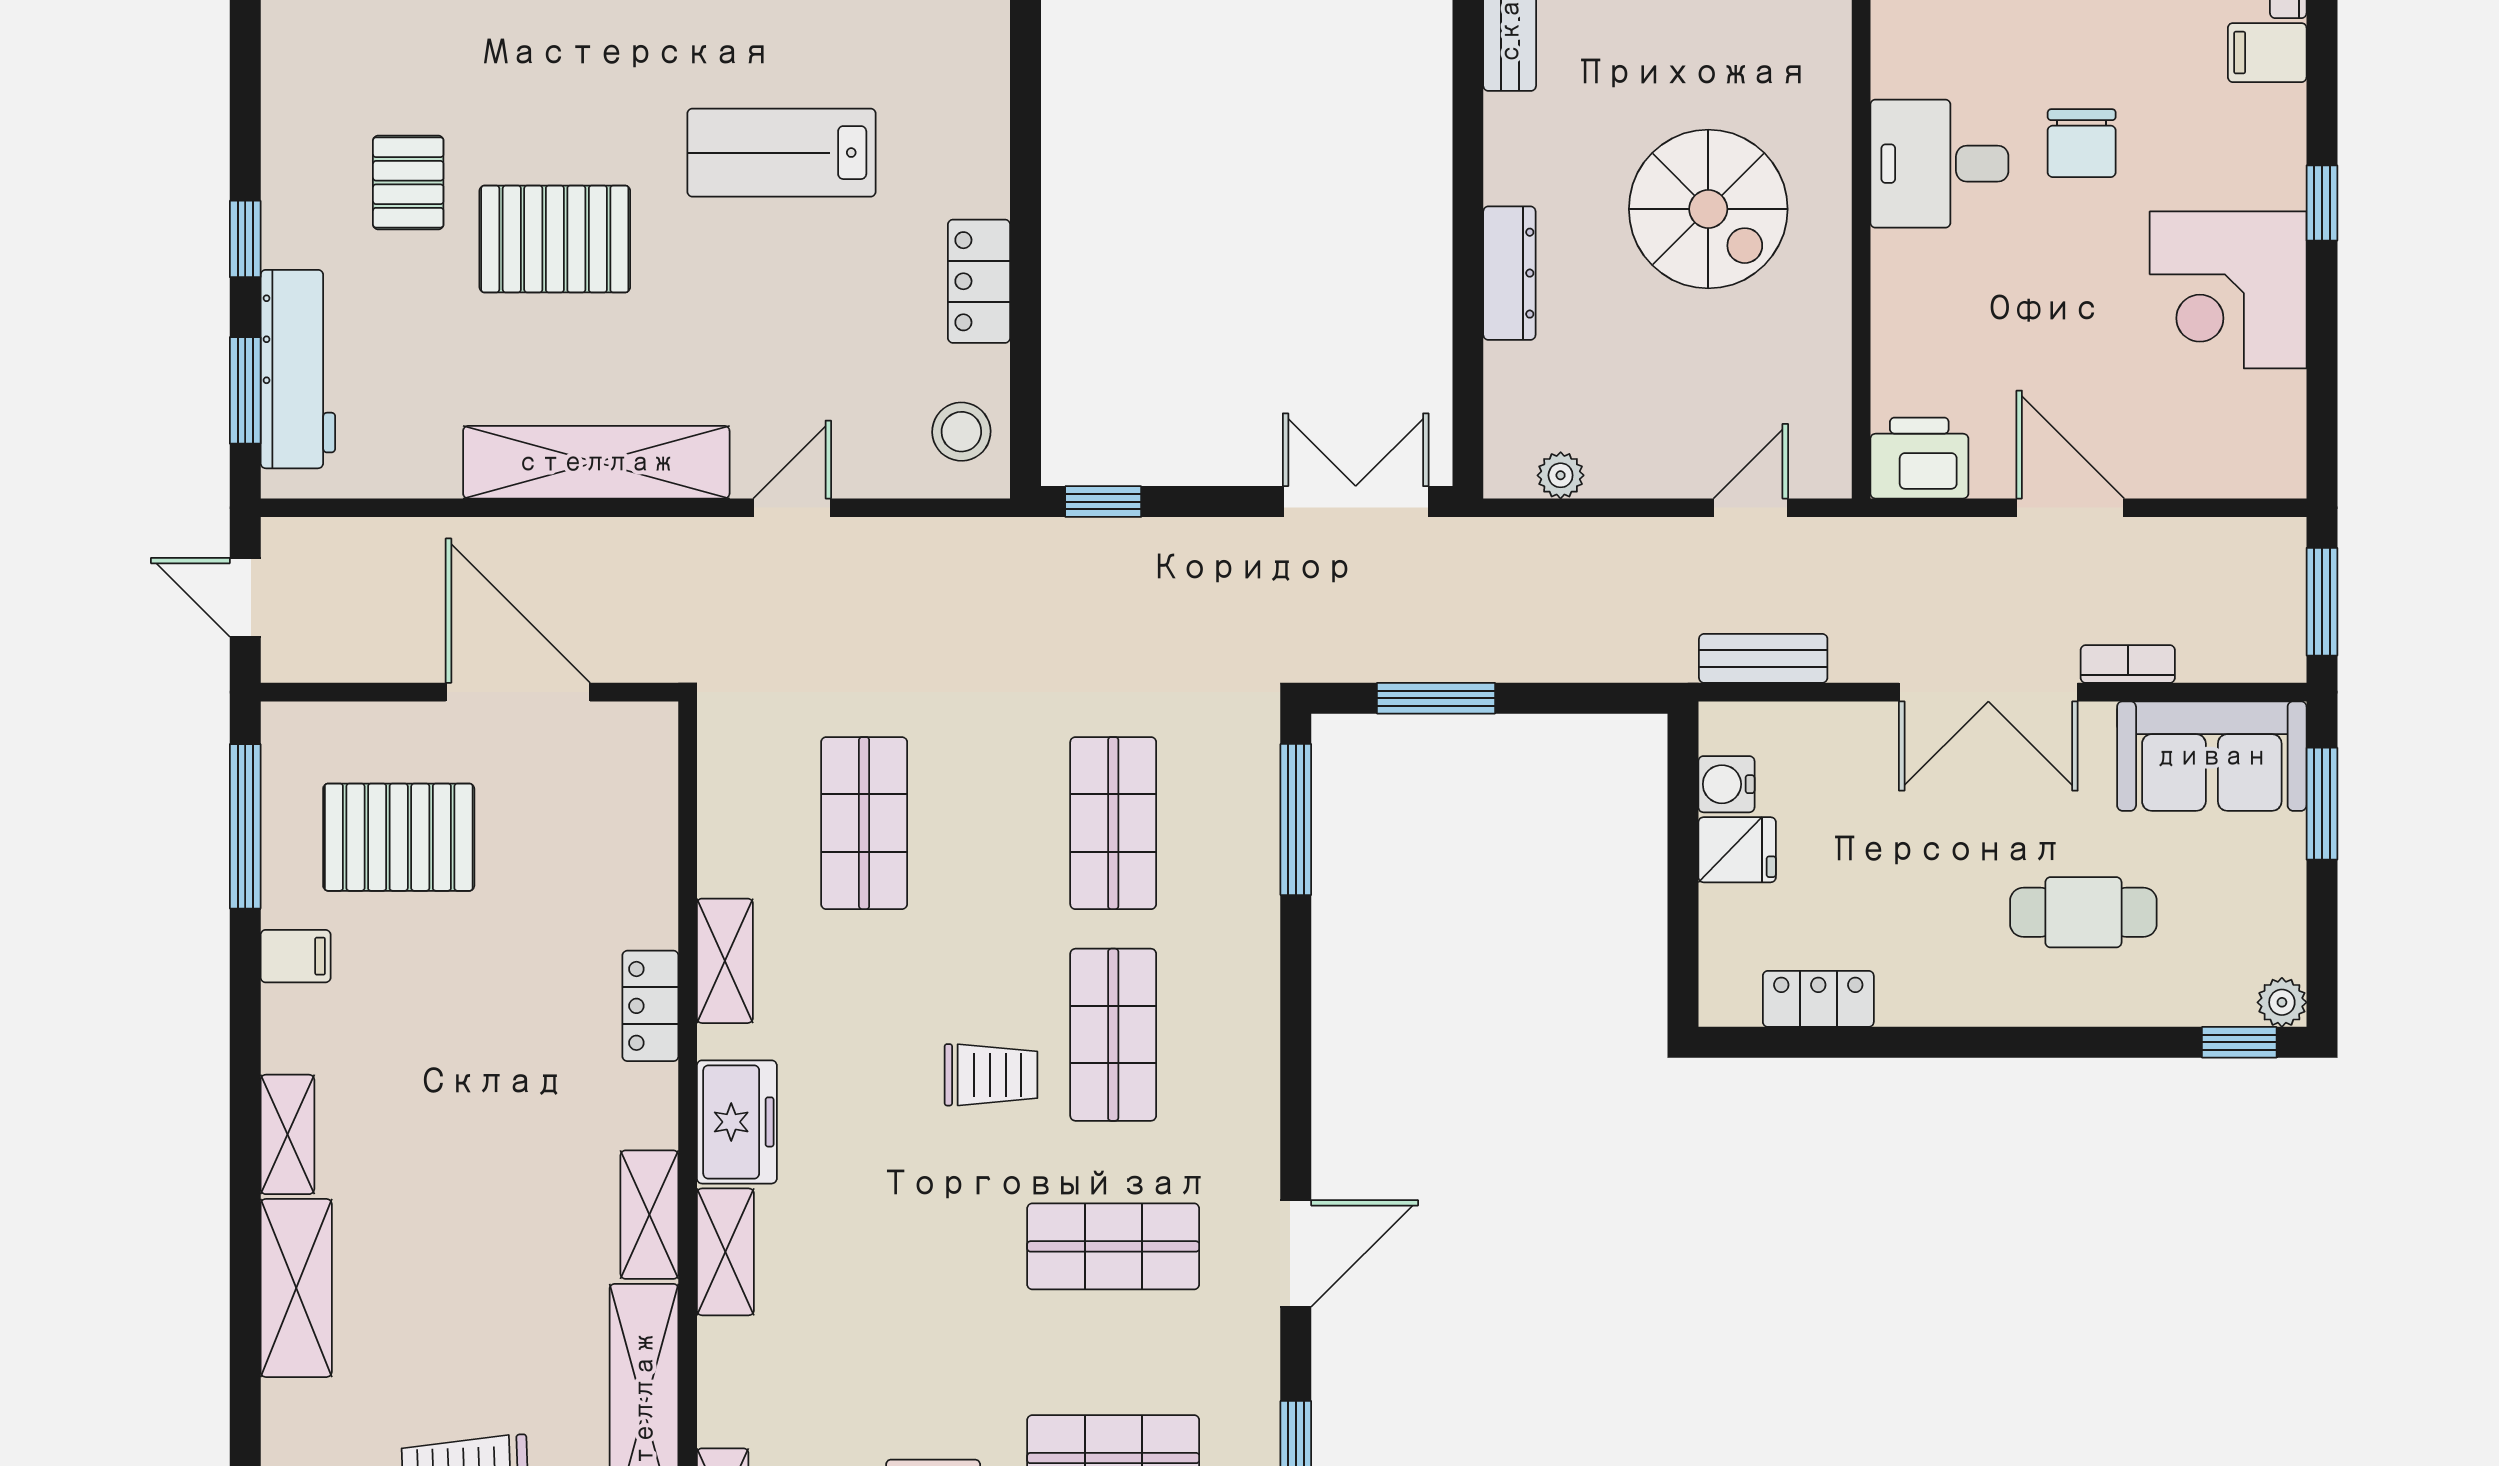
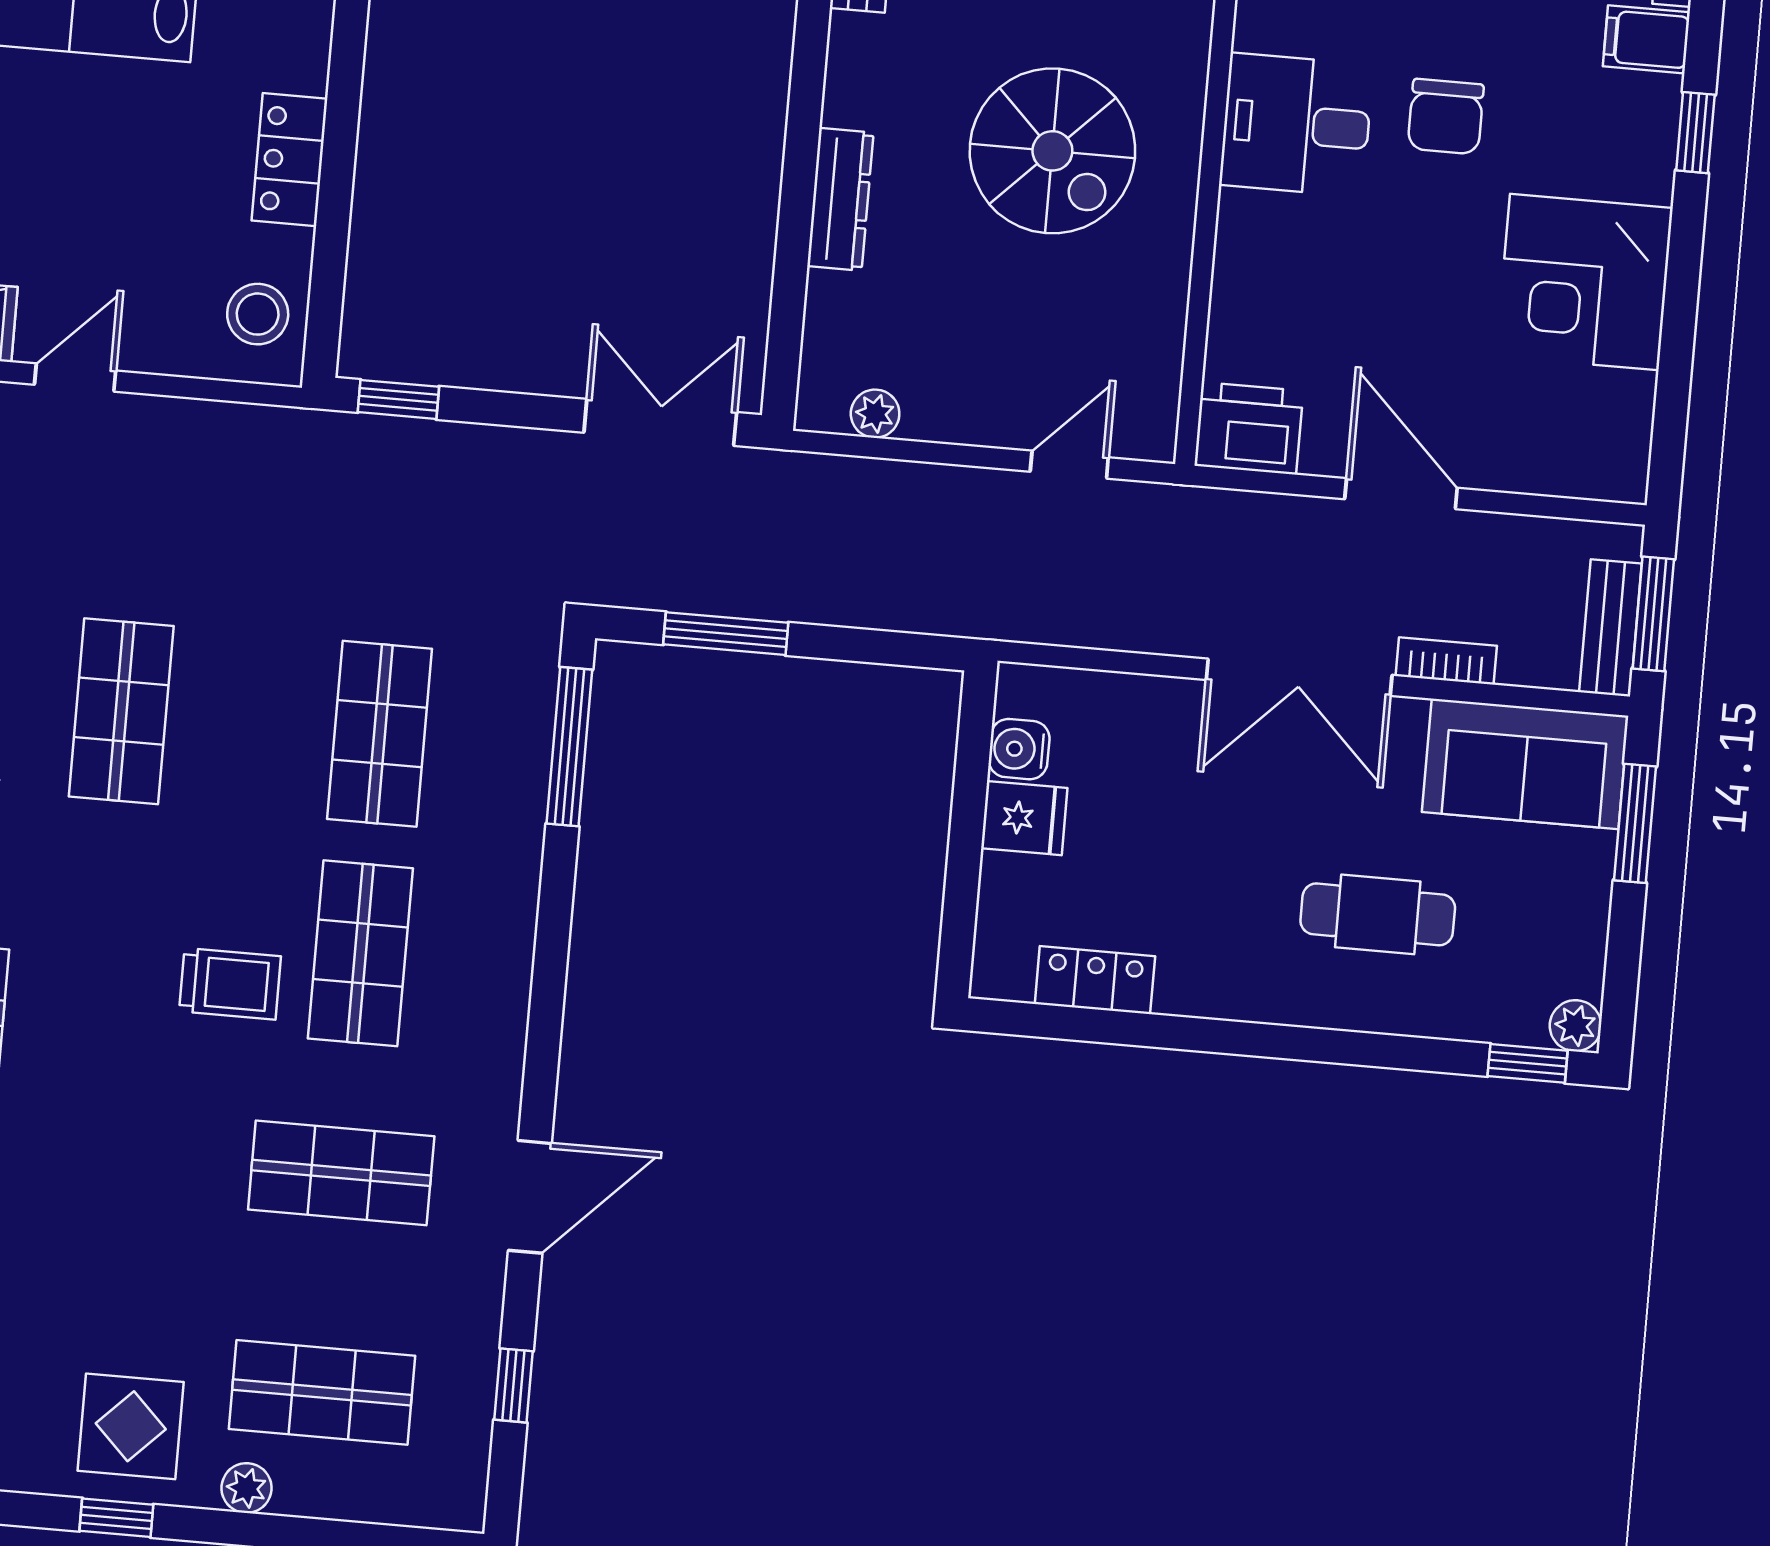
window: (2322, 203) -> (1695, 133), moved
bench: (1763, 658) -> (1610, 628), moved, turned 90

